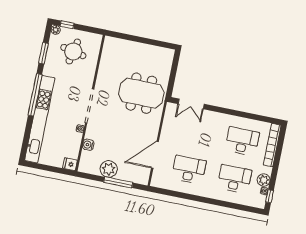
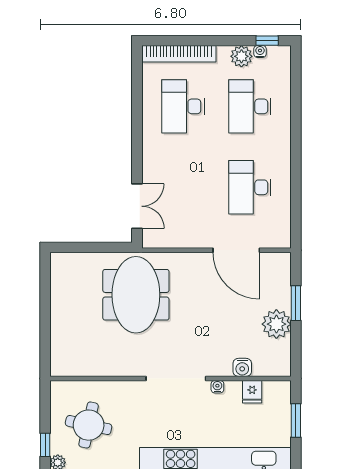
fridge: (70, 164) -> (252, 392), moved
window: (52, 169) -> (296, 420), added
window: (118, 182) -> (296, 303), width x0.69

